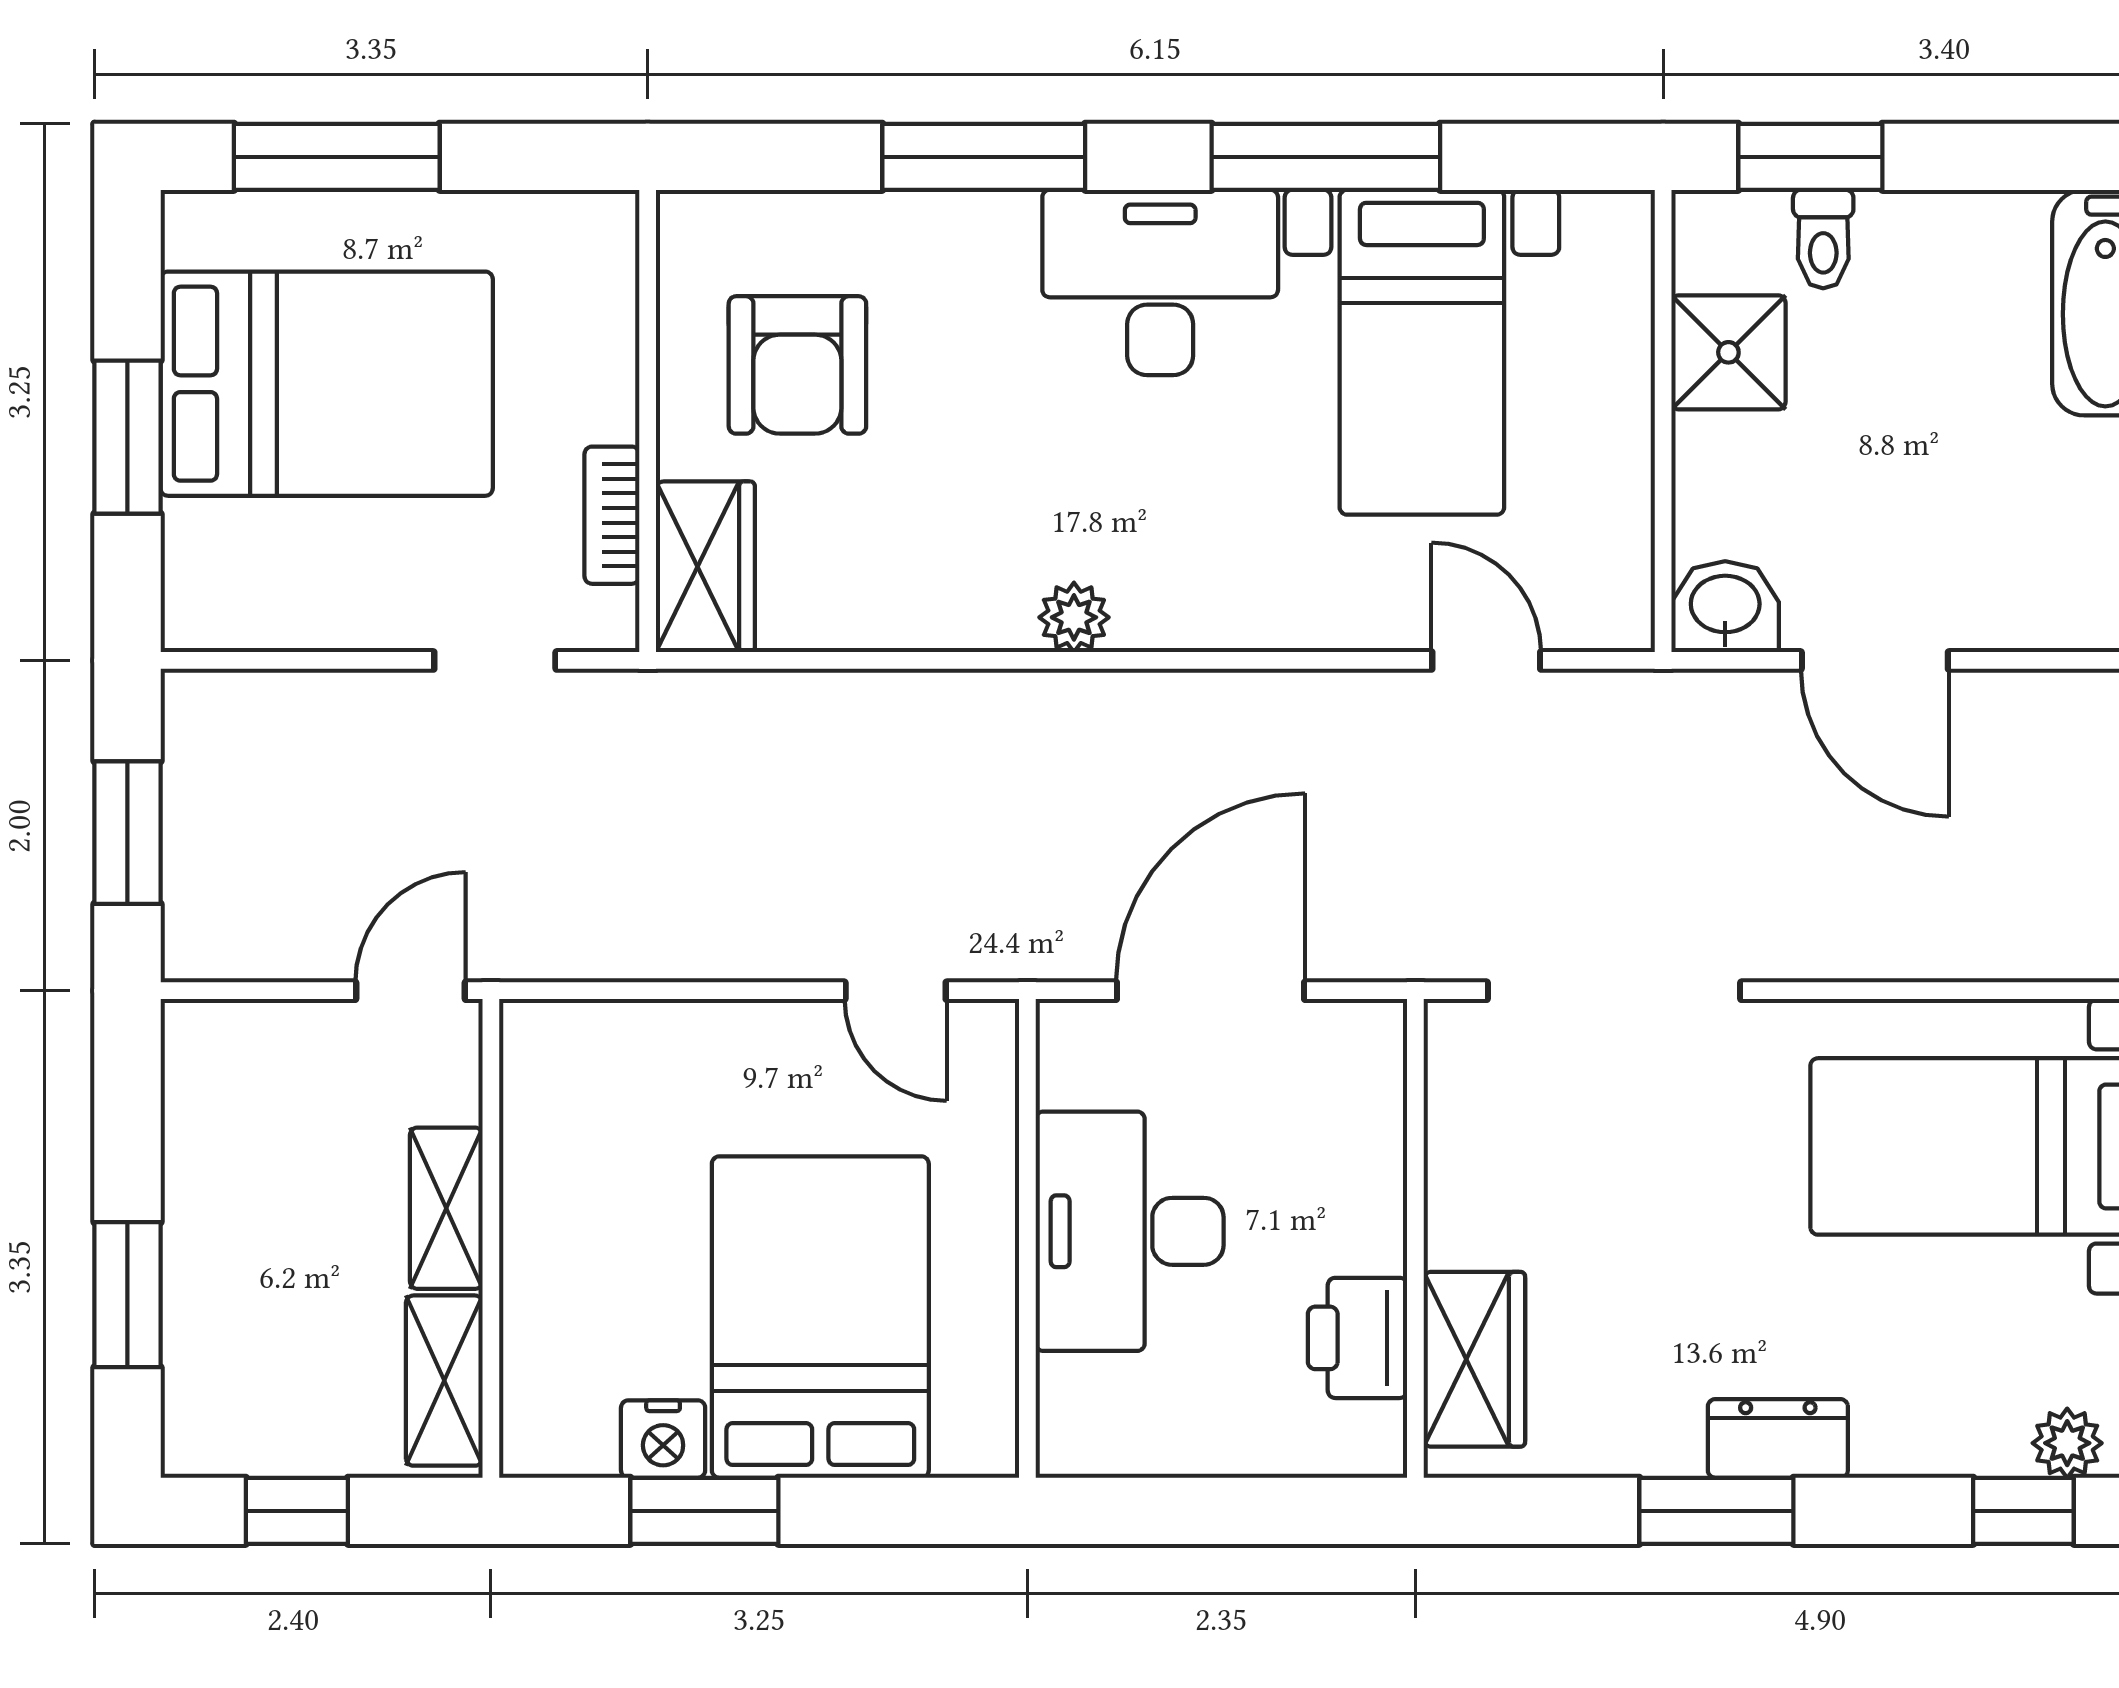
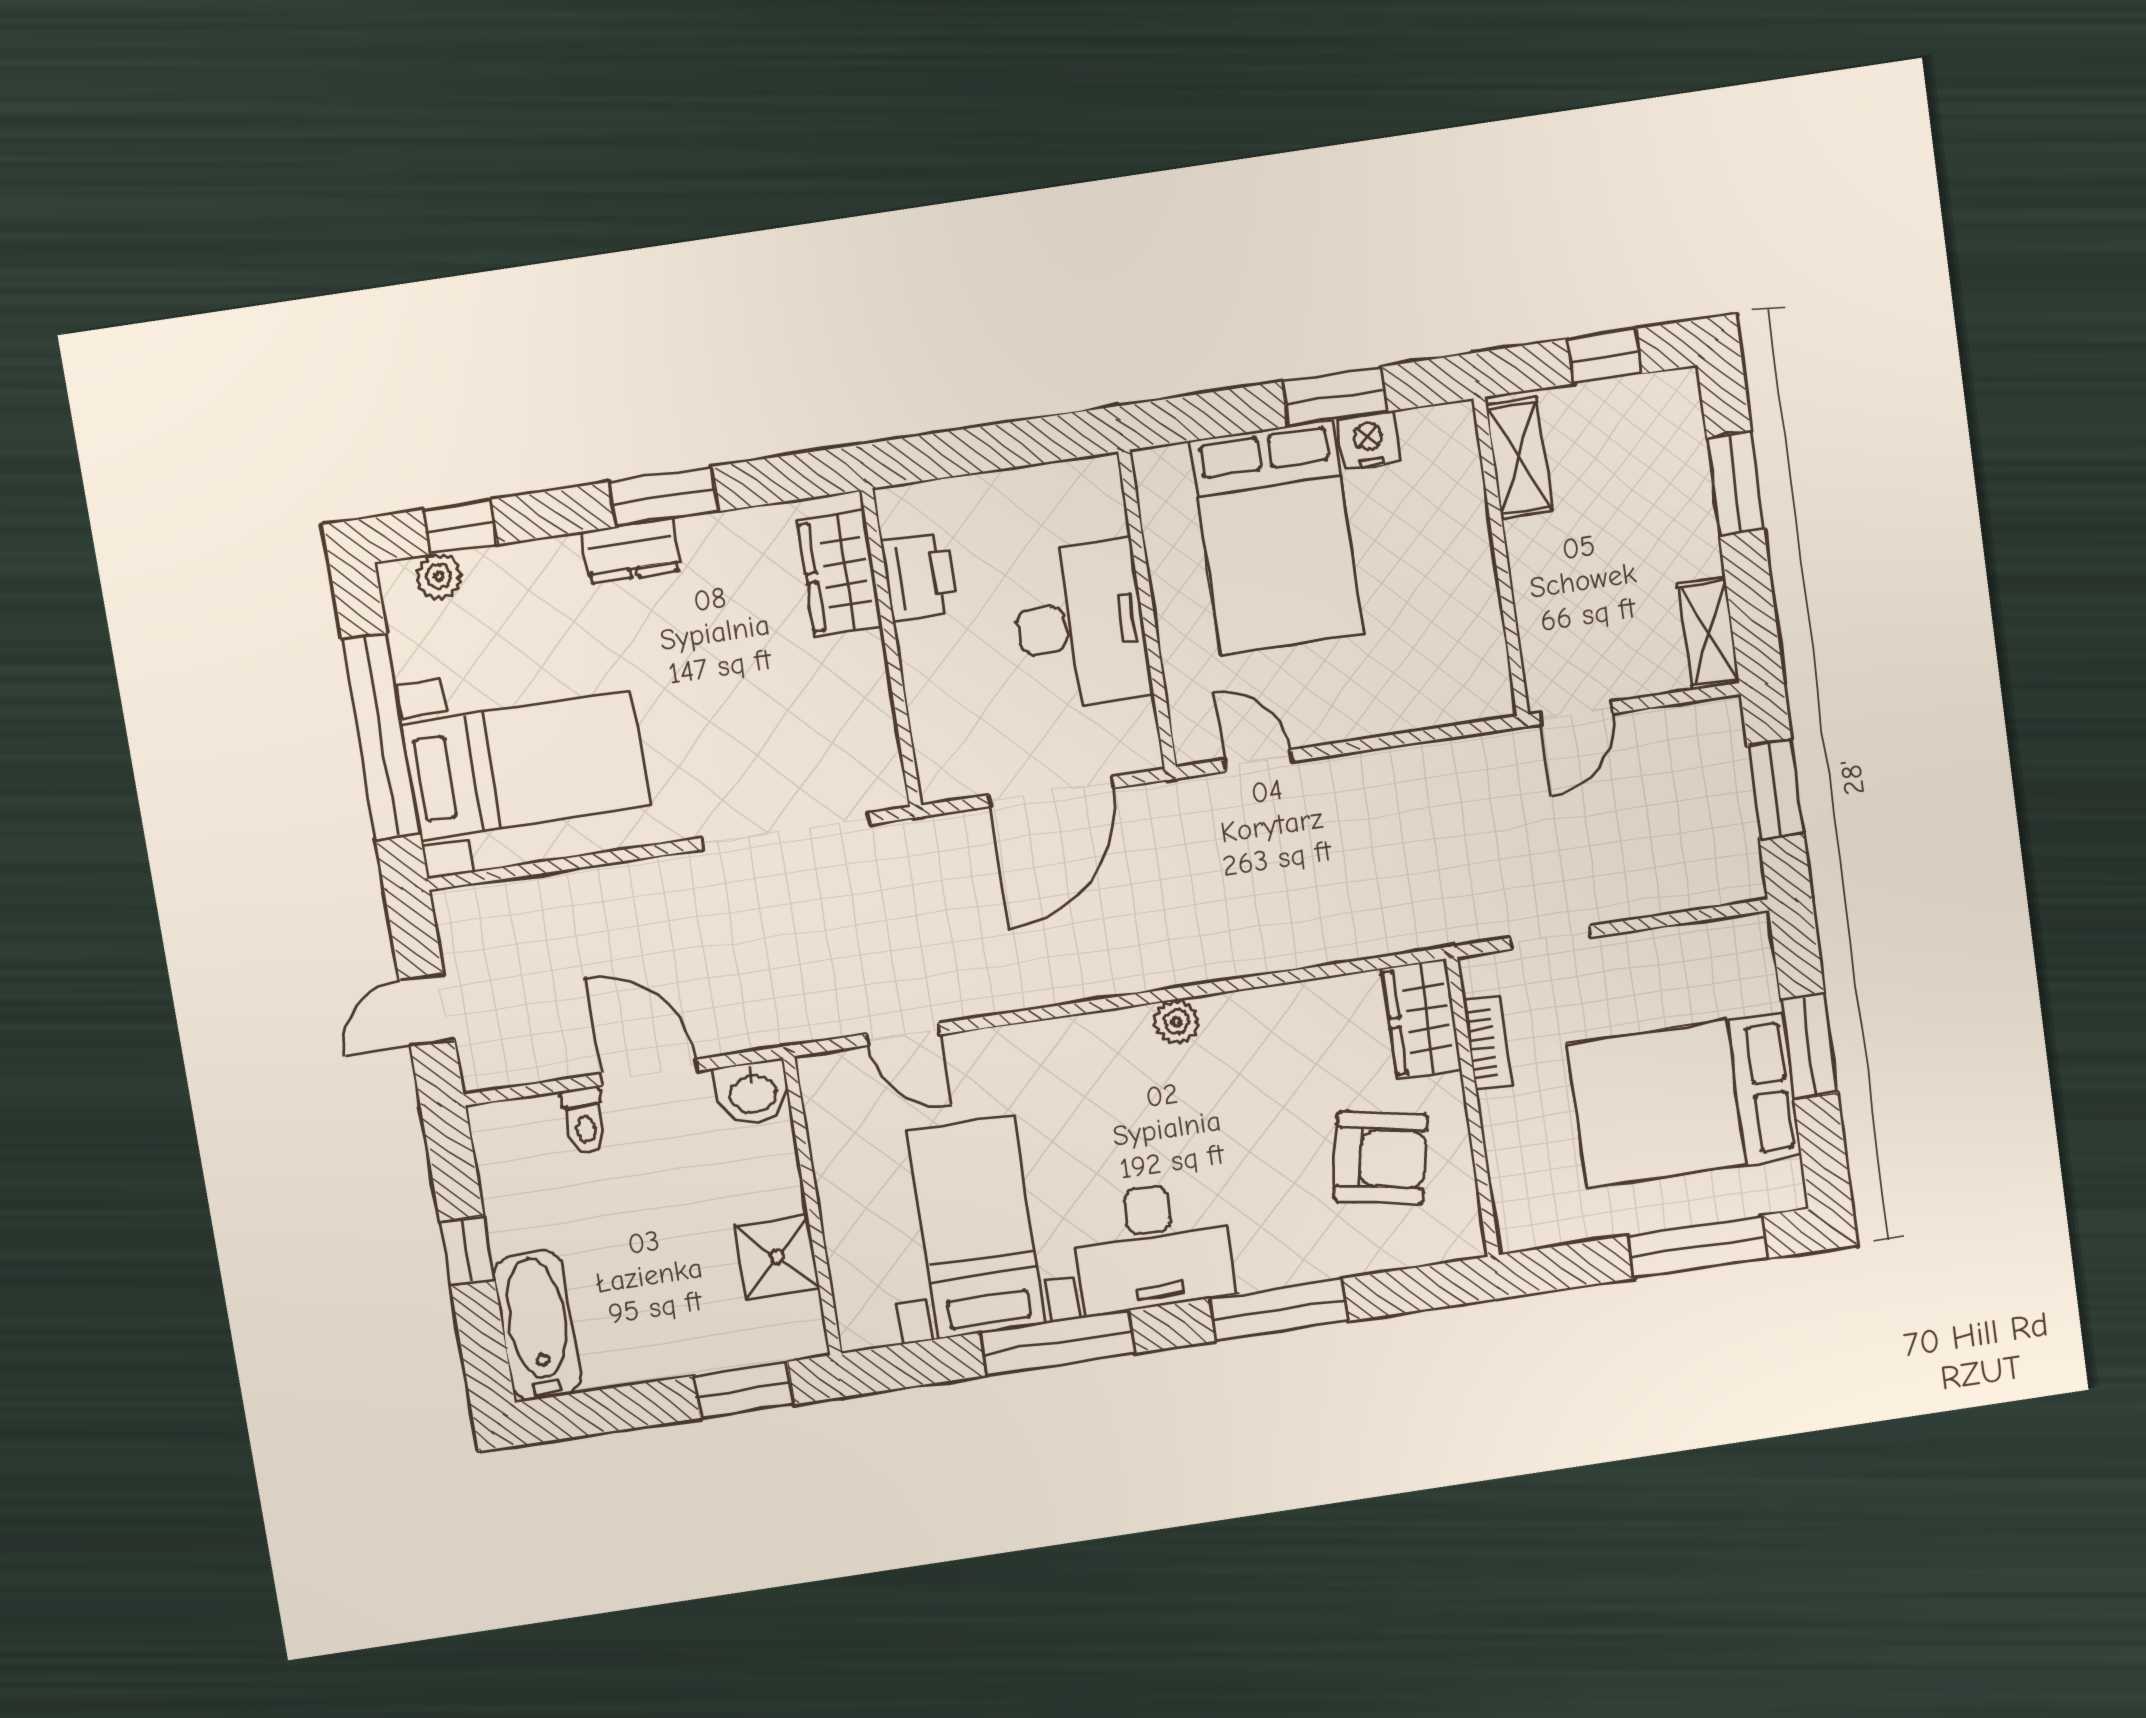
toilet: (1823, 239) -> (584, 1120), moved, turned 180
armchair: (797, 365) -> (1380, 1158), turned 101
shelving: (446, 1208) -> (1709, 633), moved

